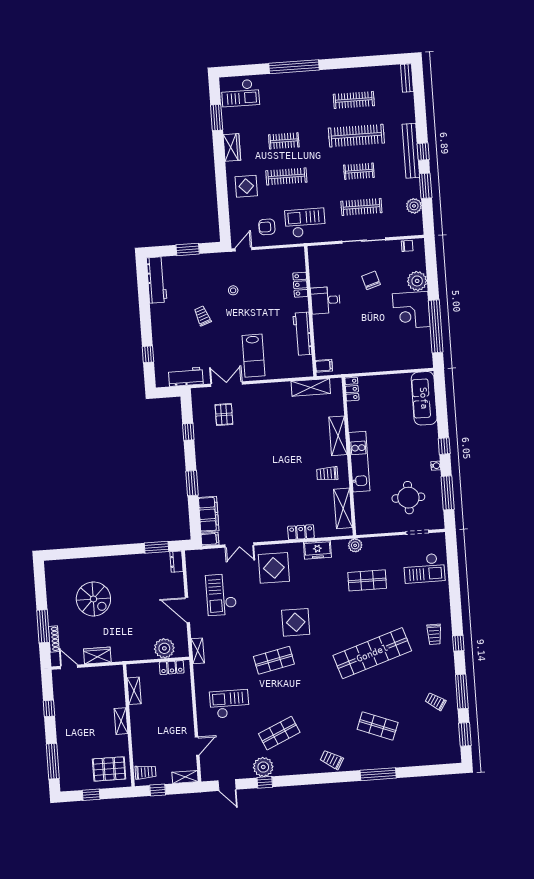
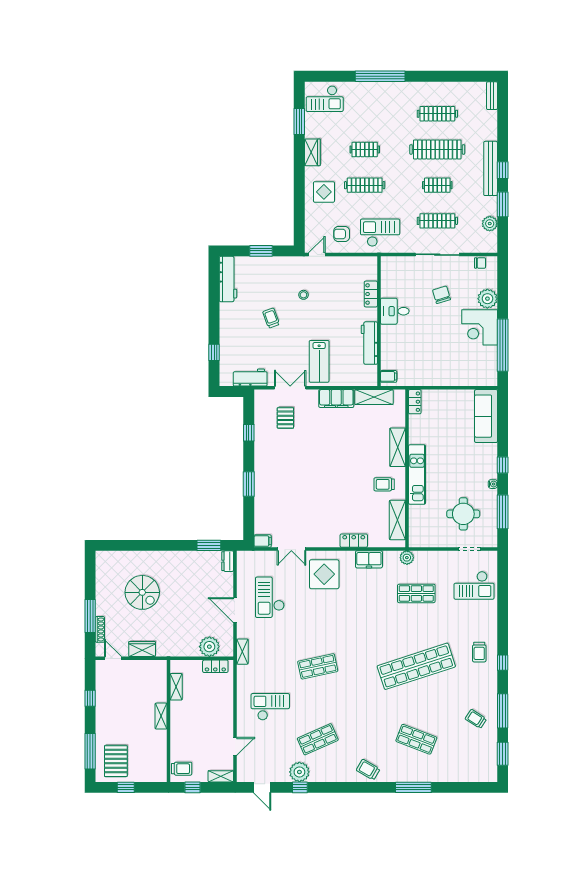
filing cabinet: (209, 514) -> (336, 398), moved, turned 90
display table: (296, 622) -> (342, 630), removed
pallet: (109, 769) -> (116, 761), moved, turned 90

